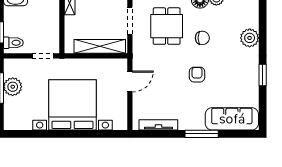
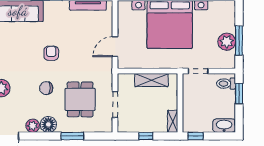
shelving: (100, 46) -> (151, 80), width x0.68
armchair: (197, 75) -> (51, 53), turned 180

